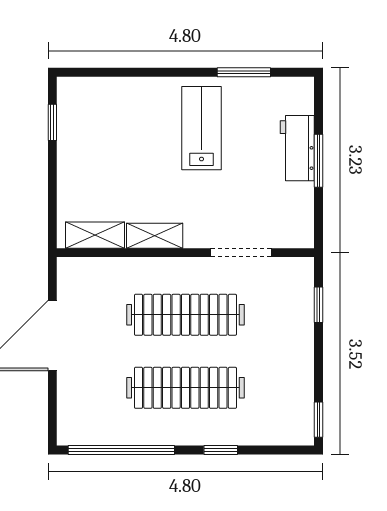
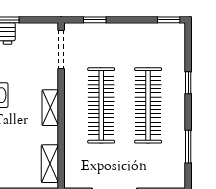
shelving: (155, 236) -> (50, 108), moved
doorway: (241, 253) -> (61, 49), moved
window: (121, 450) -> (188, 147), width x0.47

